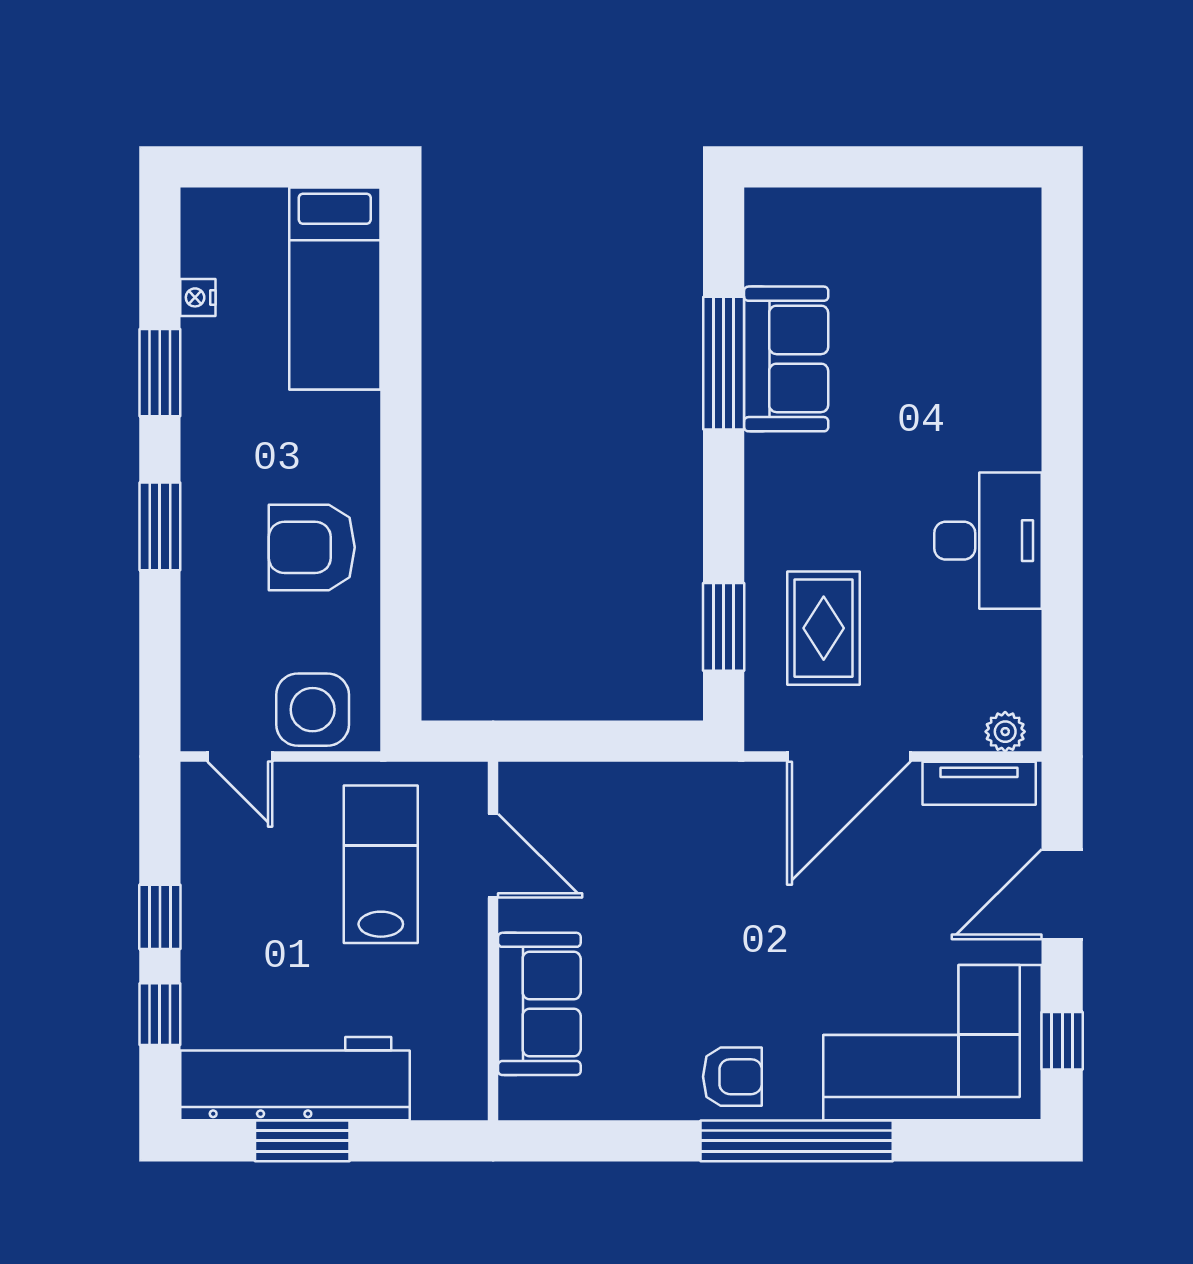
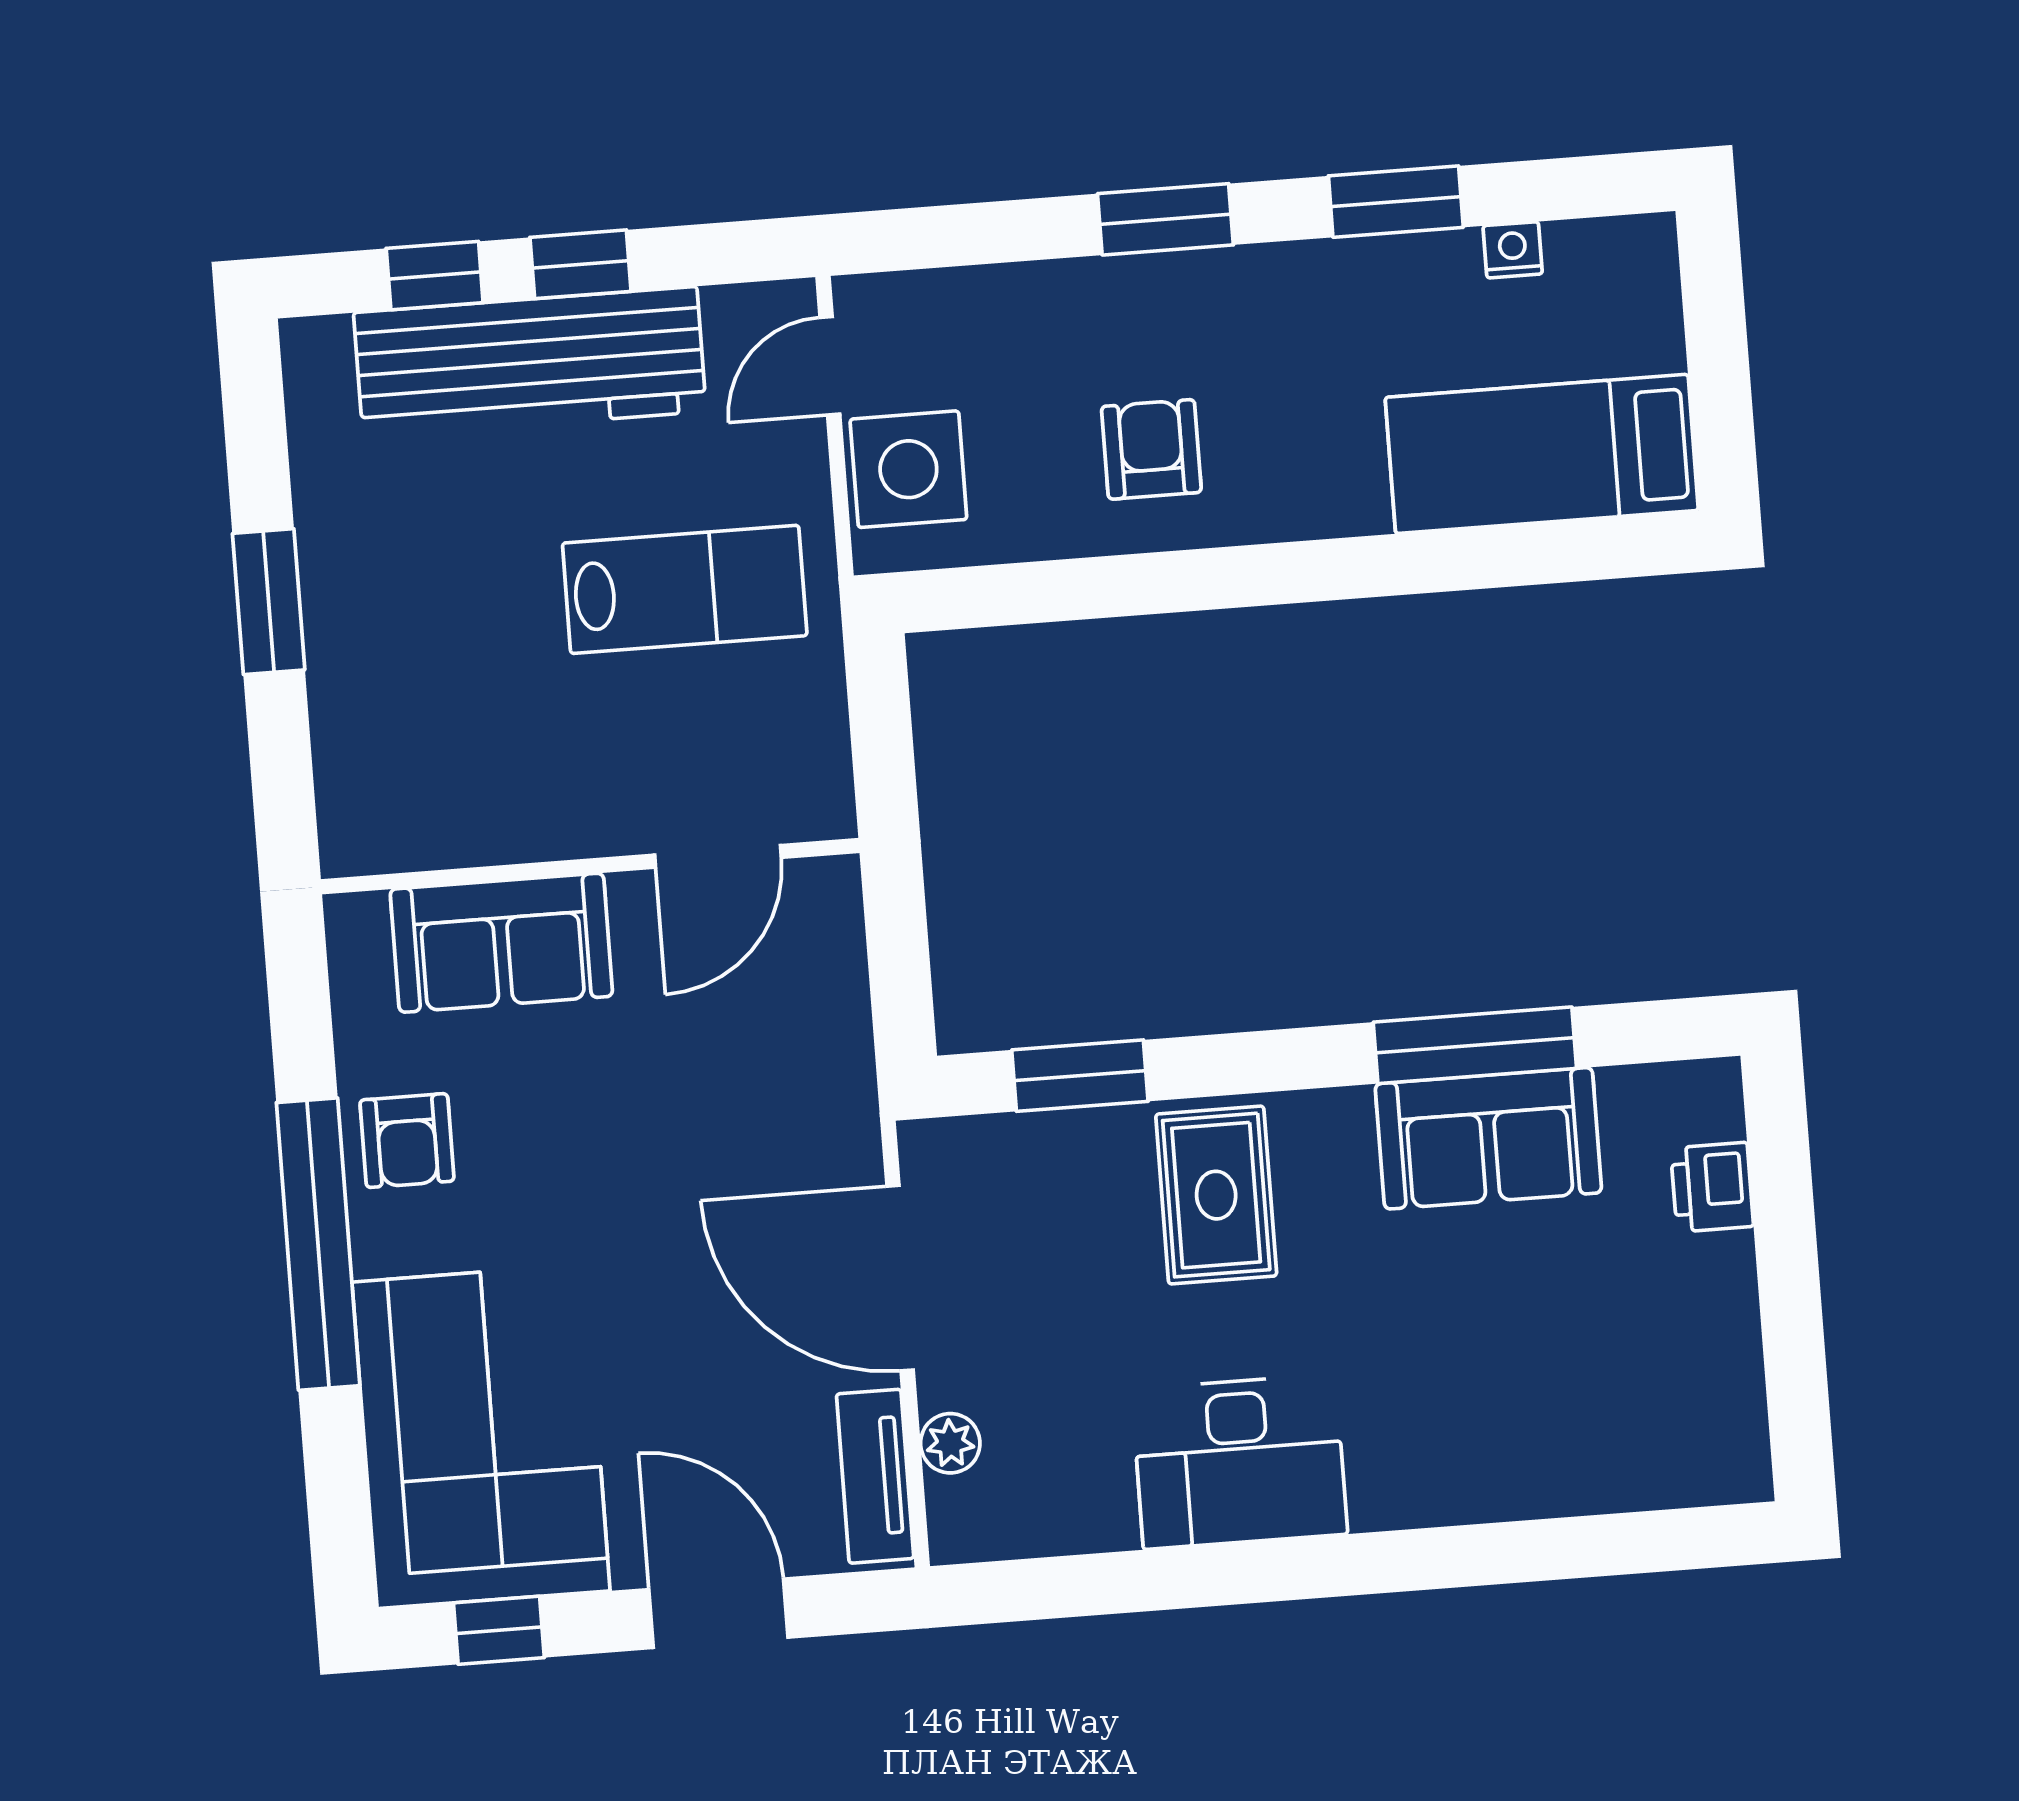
printer: (830, 213) -> (1712, 1187), added
armchair: (312, 547) -> (1151, 449), width x0.72, depth x0.72
rug: (824, 628) -> (1216, 1195), moved, turned 90
plant: (1005, 732) -> (950, 1443), moved
door: (493, 856) -> (718, 856), moved
wall: (493, 941) -> (590, 866), moved
sofa: (539, 1004) -> (501, 943), moved
workbench: (295, 1079) -> (530, 362), moved, turned 90
window: (302, 1141) -> (269, 602), moved

